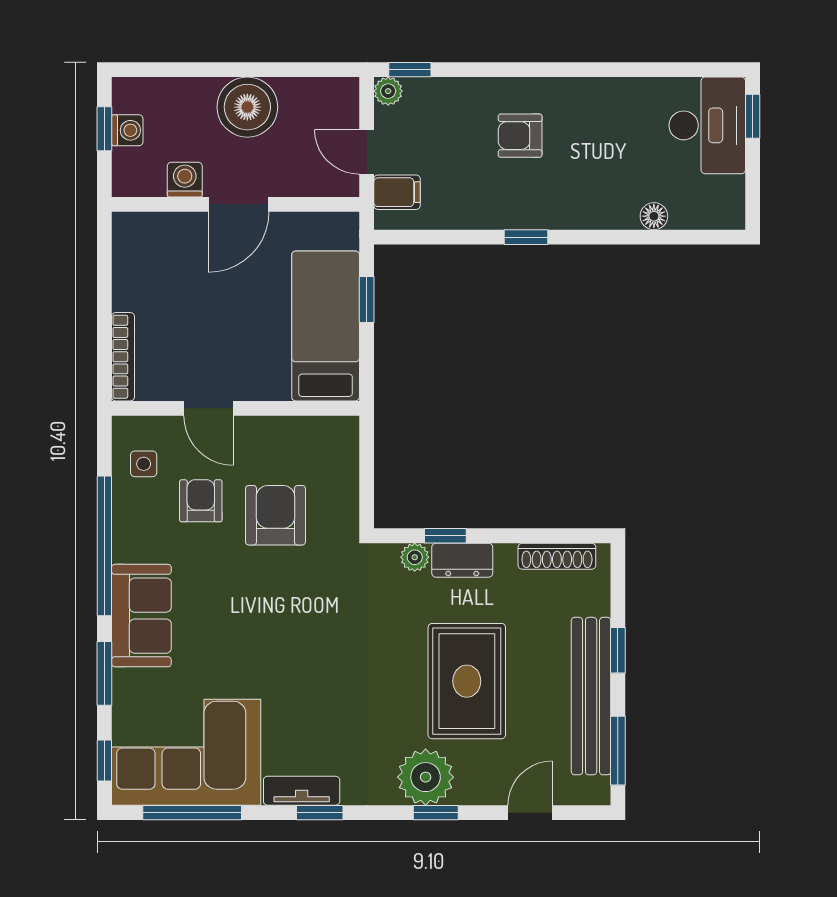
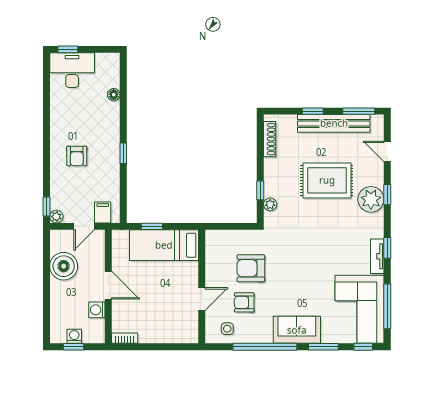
boiler: (247, 107) -> (64, 266), moved
bookcase: (123, 357) -> (125, 338), moved, width x0.64
dresser: (462, 560) -> (271, 183), removed

